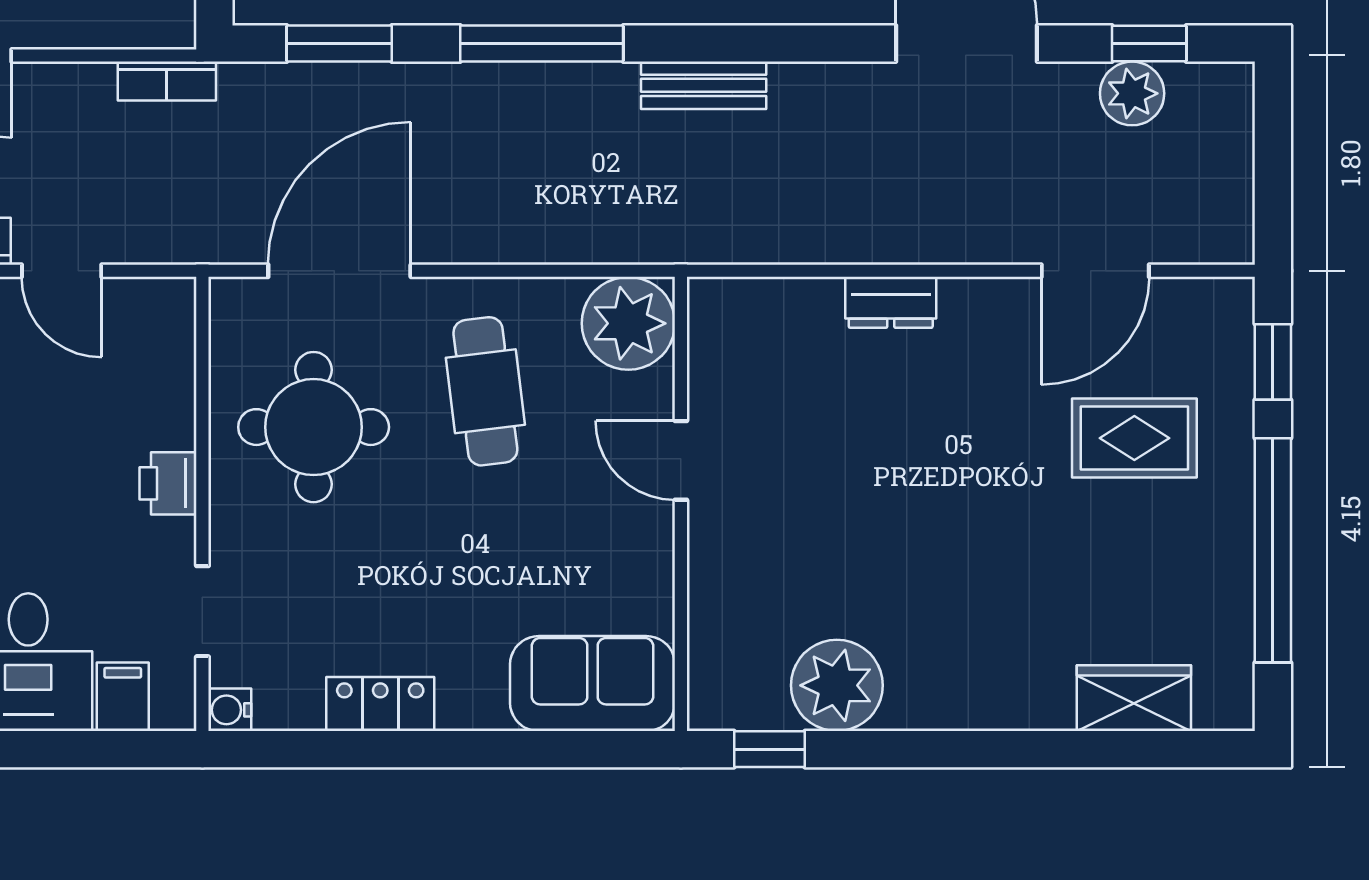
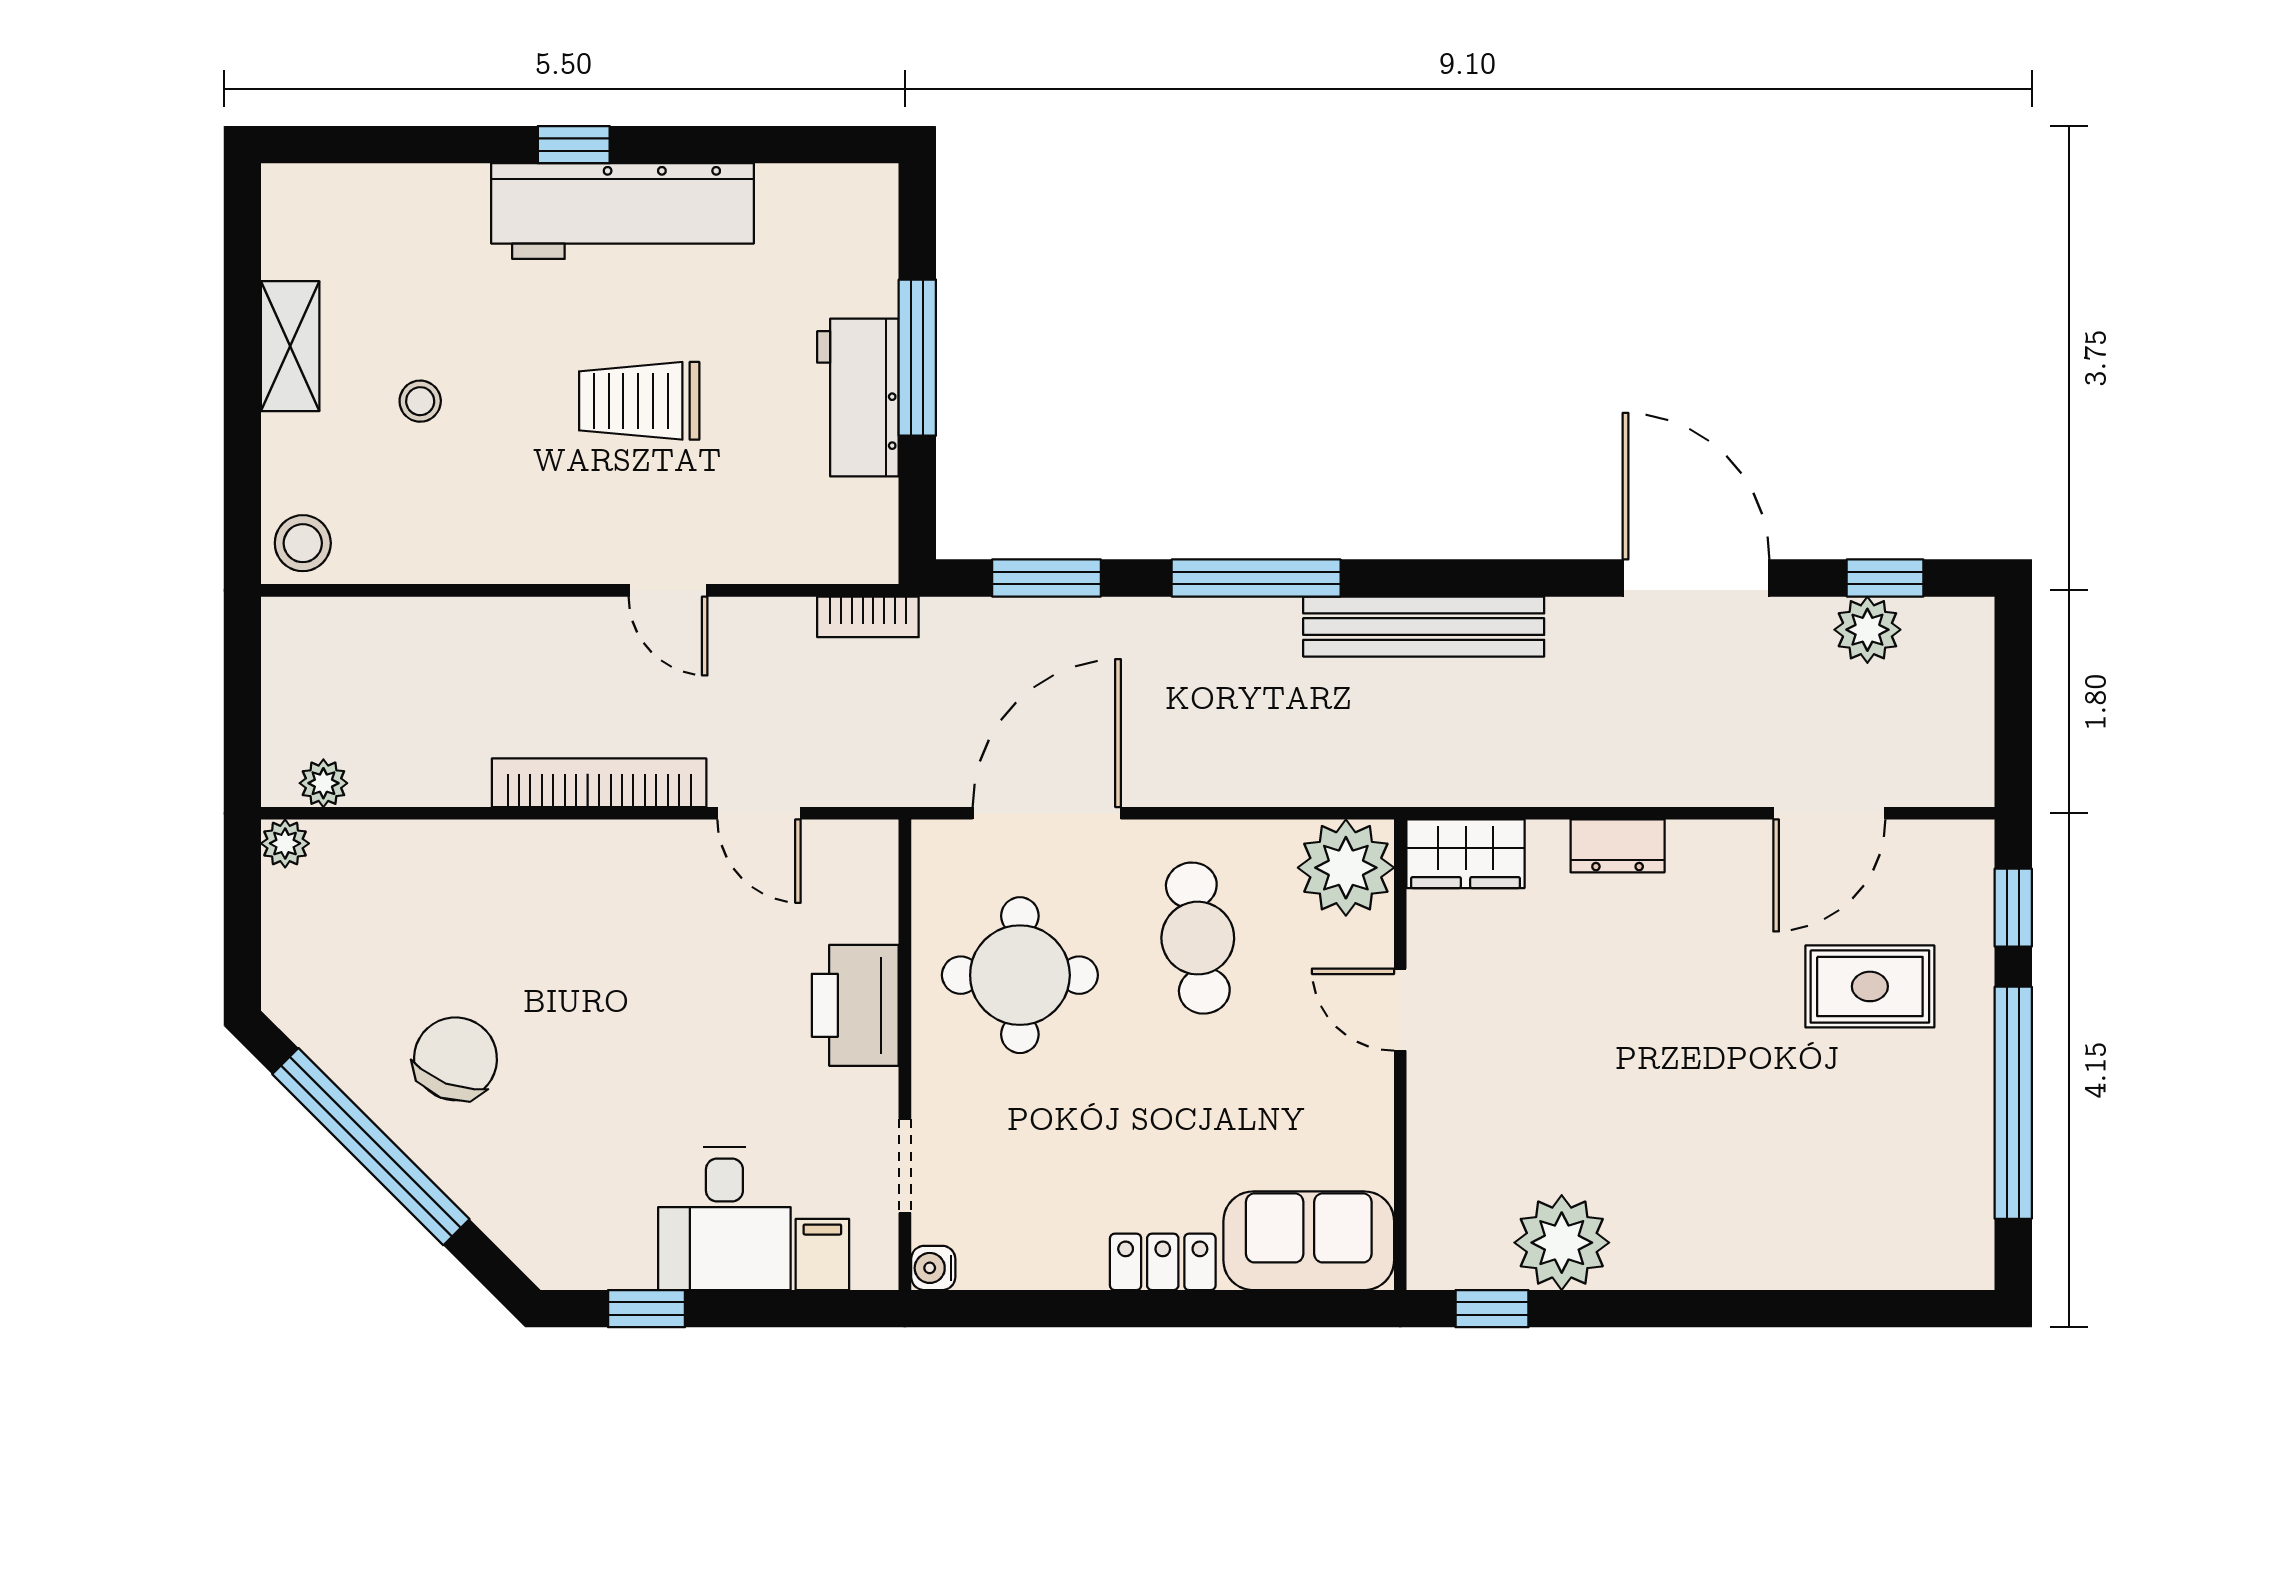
bench: (704, 85) -> (1424, 627), width x1.86, depth x1.21
printer: (168, 483) -> (855, 1005), width x1.87, depth x1.48
wardrobe: (1134, 698) -> (1466, 854), moved, turned 180
locker: (380, 704) -> (1163, 1262), moved

